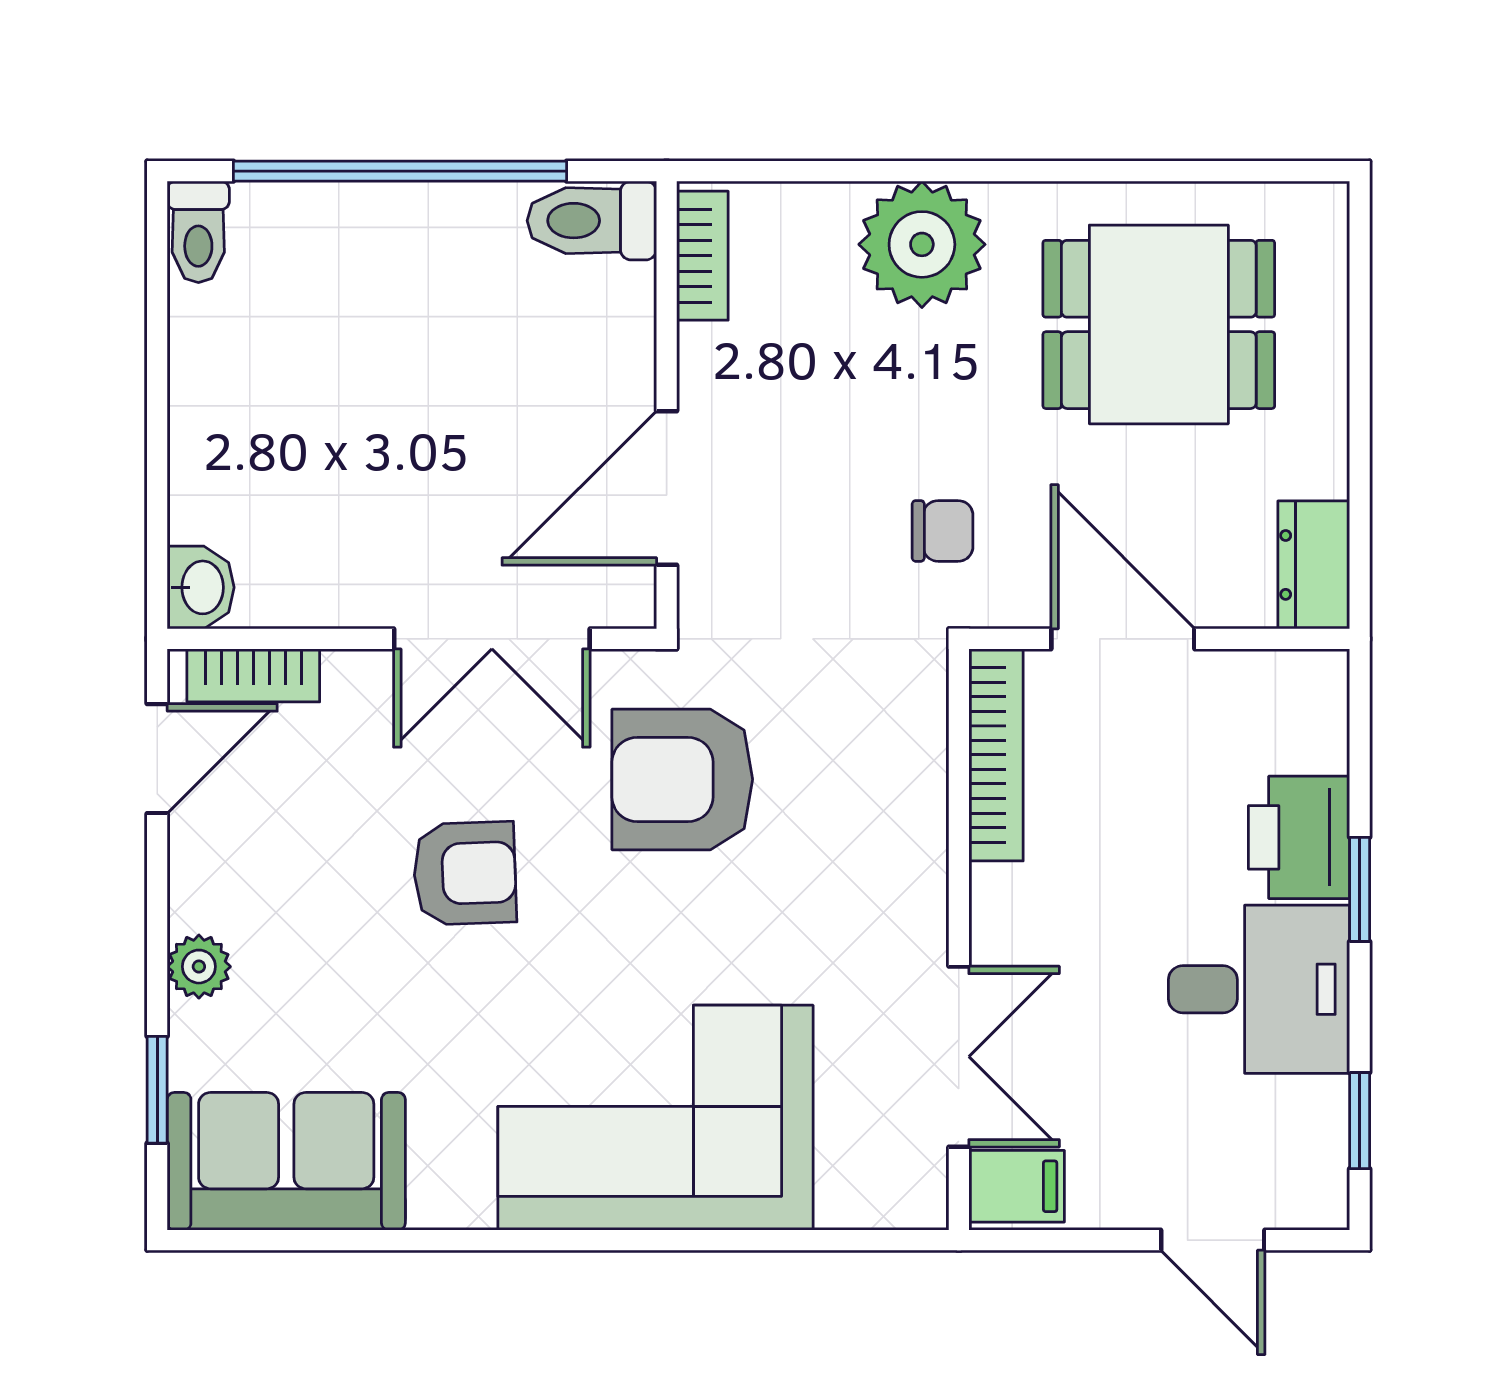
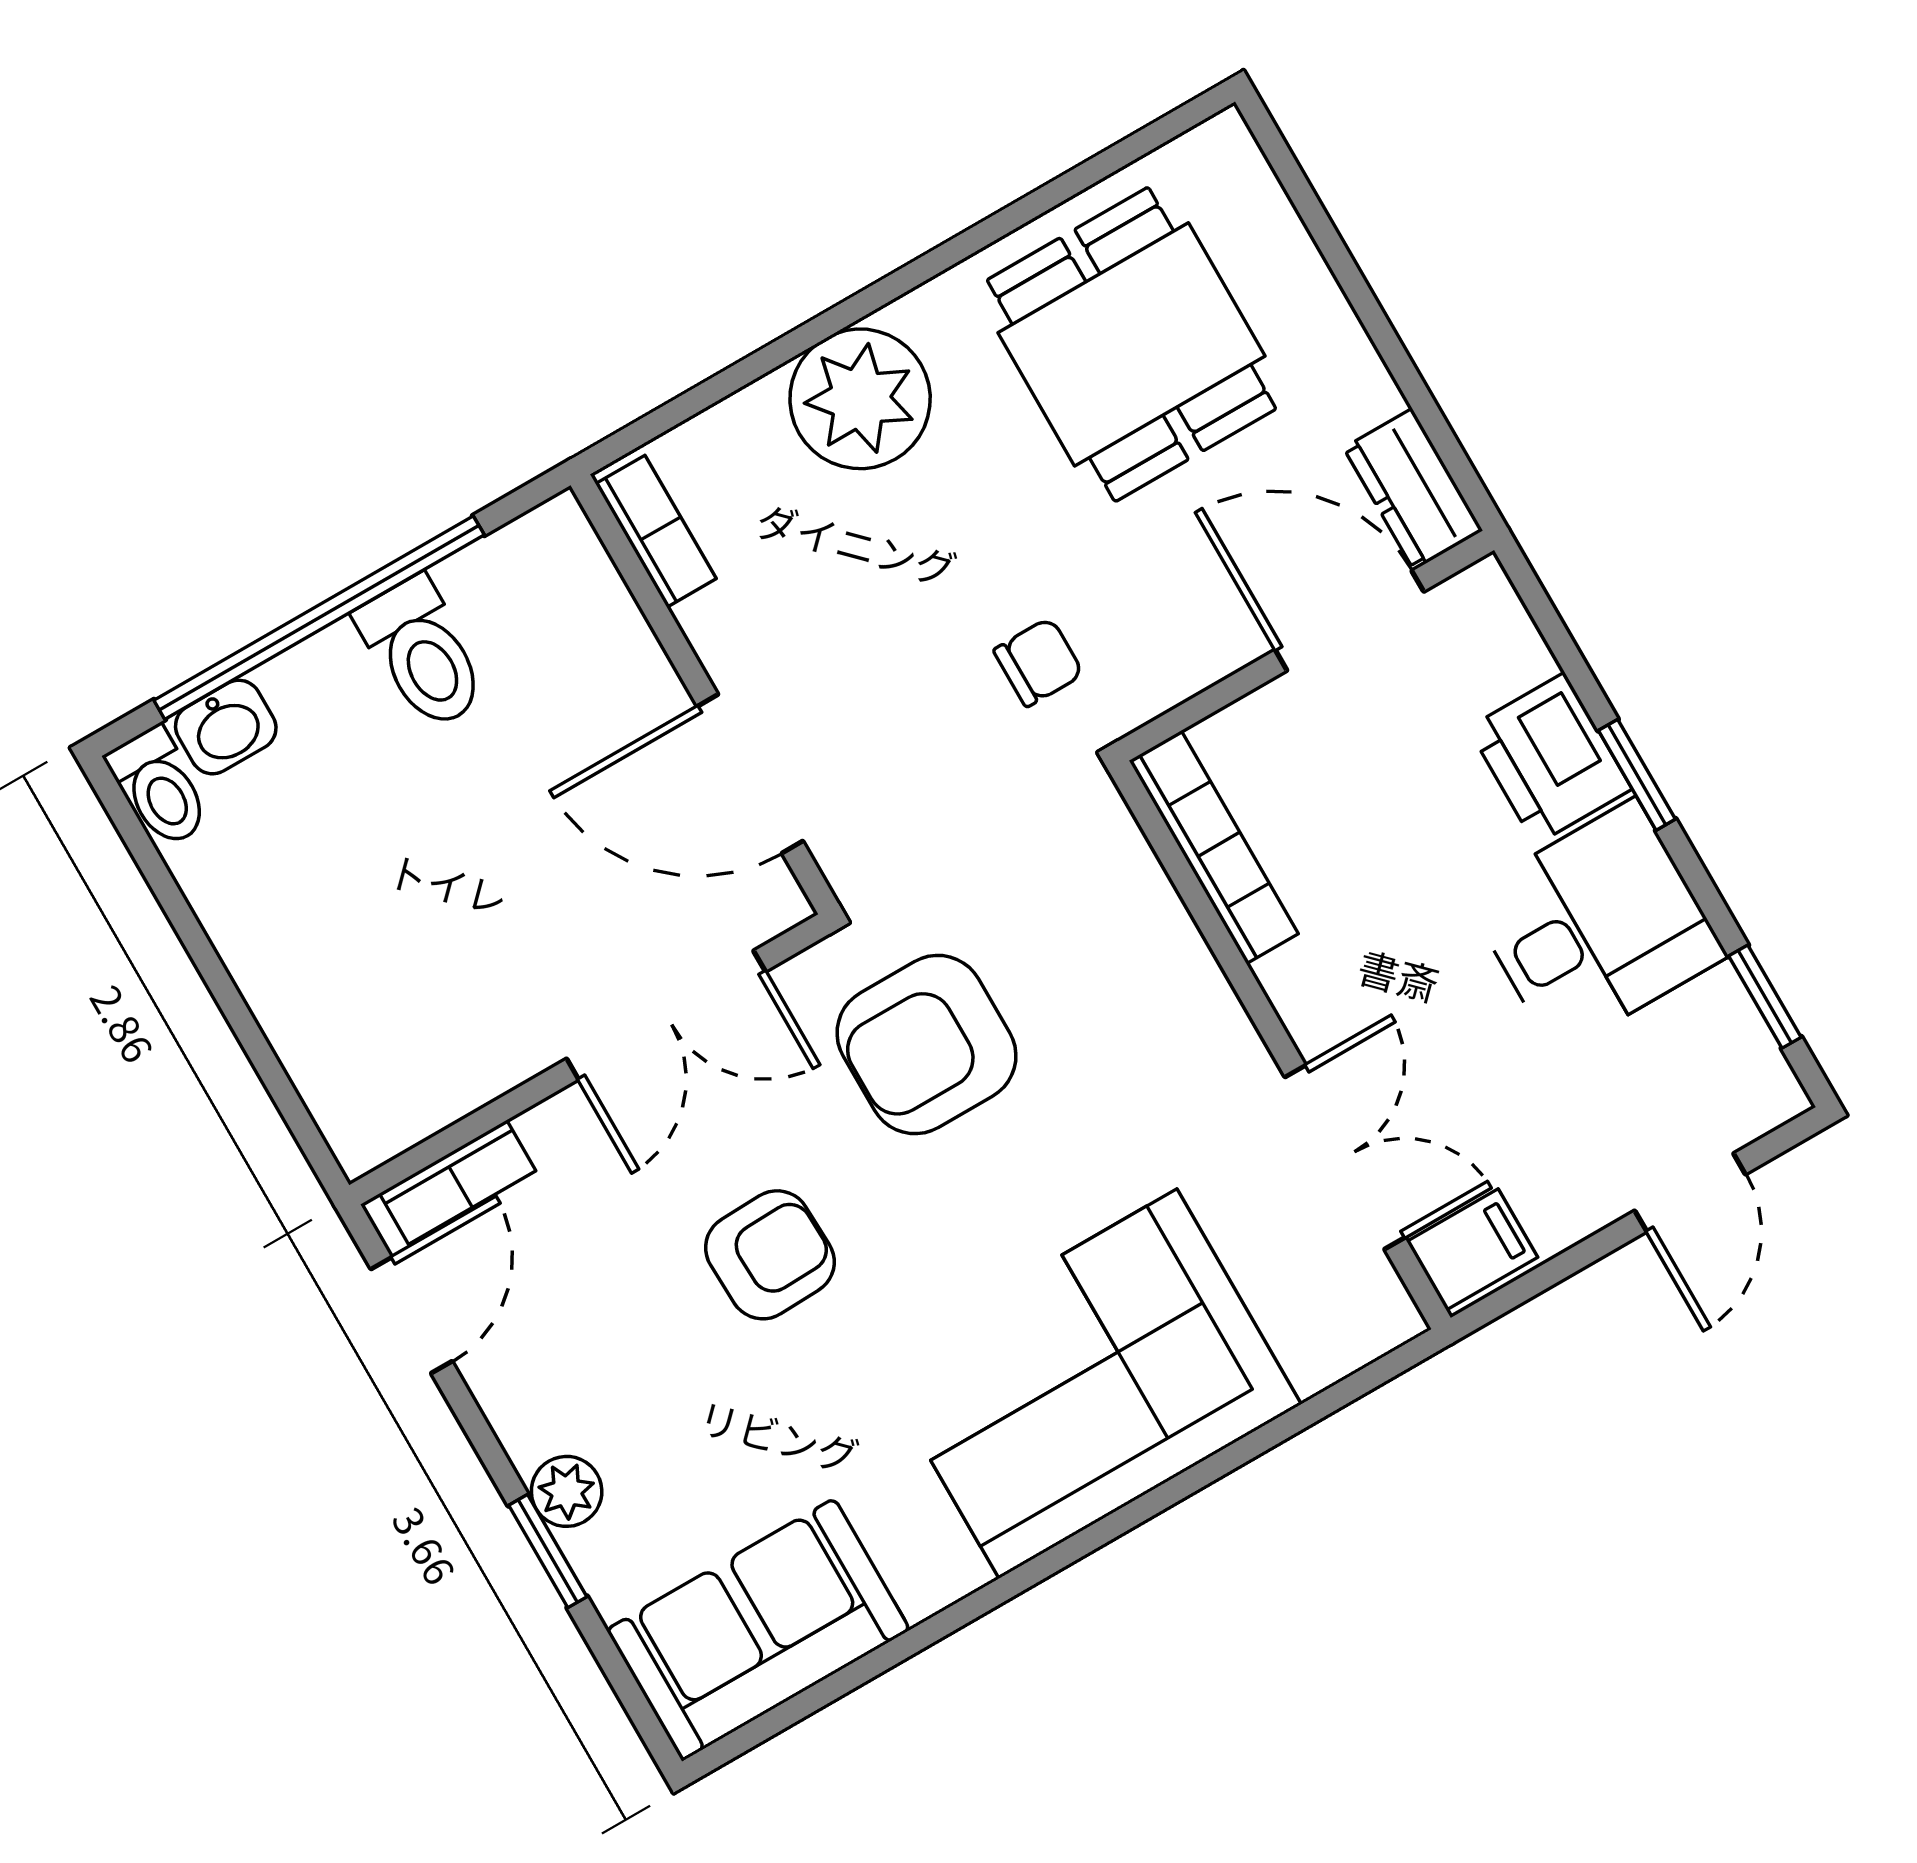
toilet: (592, 221) -> (422, 654), moved, turned -90
dining table: (1159, 324) -> (1131, 344), turned 90
door: (667, 488) -> (750, 774), hinge flipped
washbasin: (201, 587) -> (226, 727), moved, turned 90
door: (1123, 639) -> (1349, 621), moved
window: (157, 1090) -> (548, 1551), moved
door: (1213, 1240) -> (1690, 1193), hinge flipped

